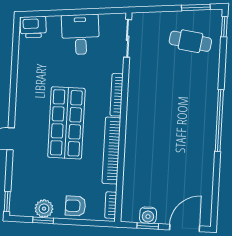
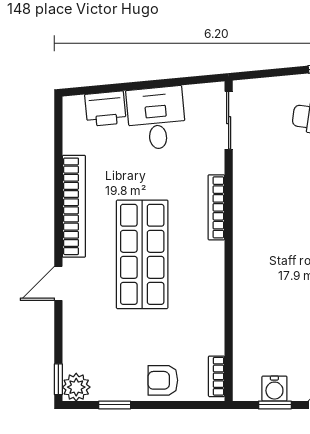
printer: (33, 27) -> (105, 109), moved
bookcase: (111, 151) -> (74, 206), moved, turned 180
plant: (44, 209) -> (76, 387), moved

